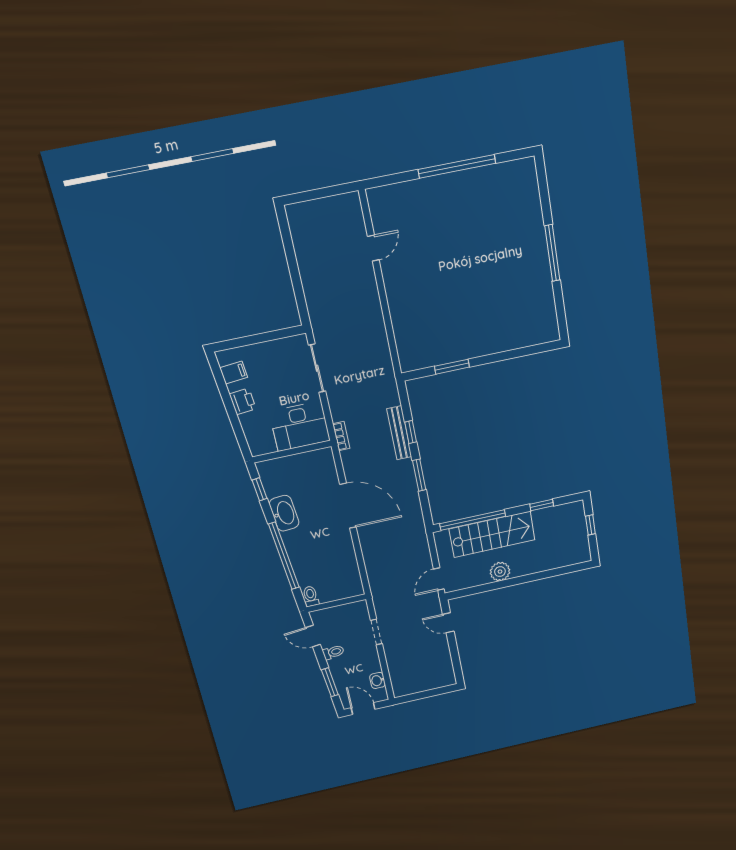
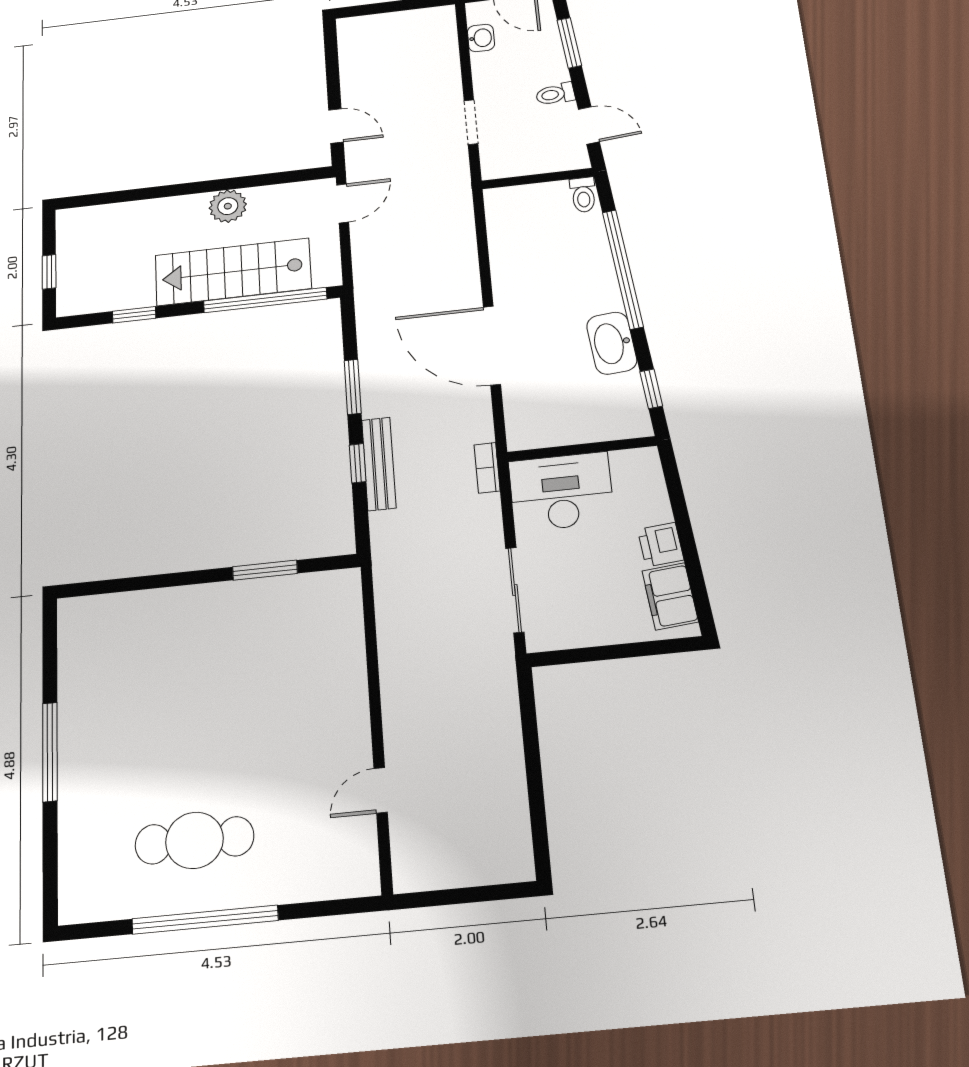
cafe table: (469, 210) -> (194, 840), added
filing cabinet: (234, 373) -> (670, 596), width x2.00

